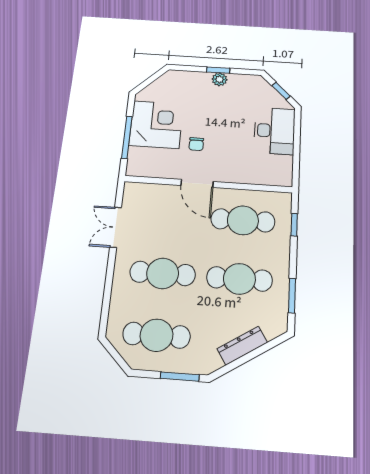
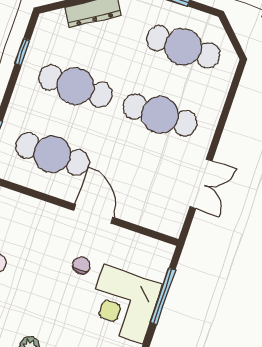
window: (292, 296) -> (22, 52), width x0.67

